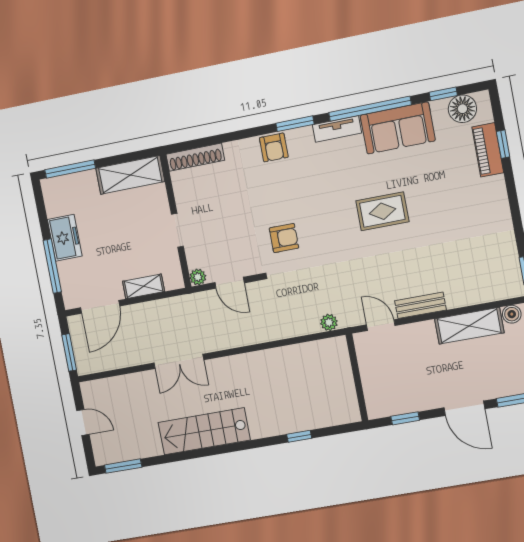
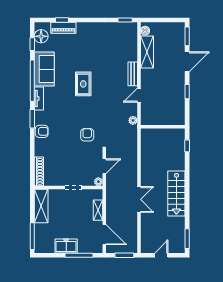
wall: (357, 378) -> (163, 127), moved

